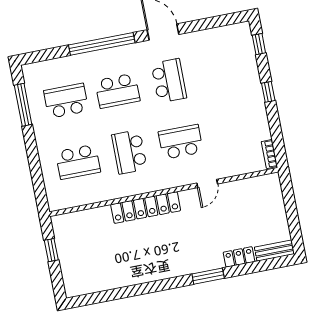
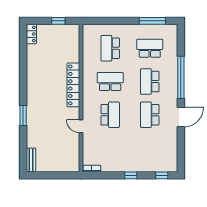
school desk: (169, 81) -> (150, 115), turned 90
school desk: (66, 101) -> (150, 48), turned -90
locker: (239, 257) -> (31, 34), moved

